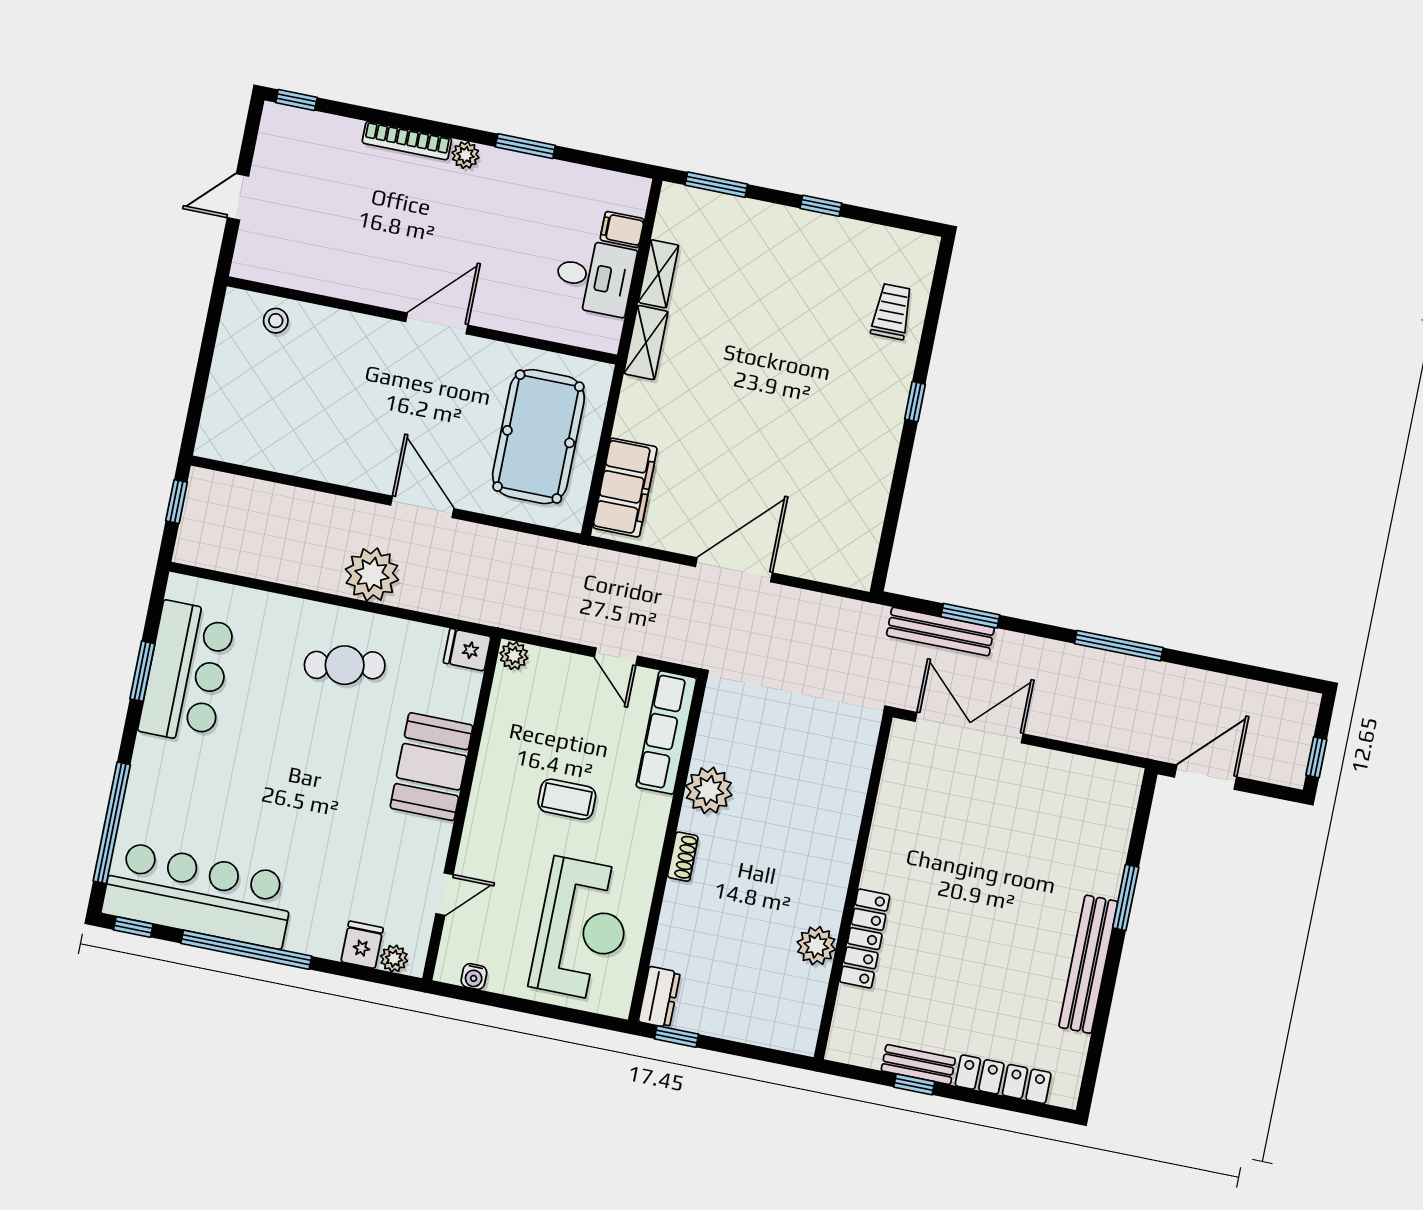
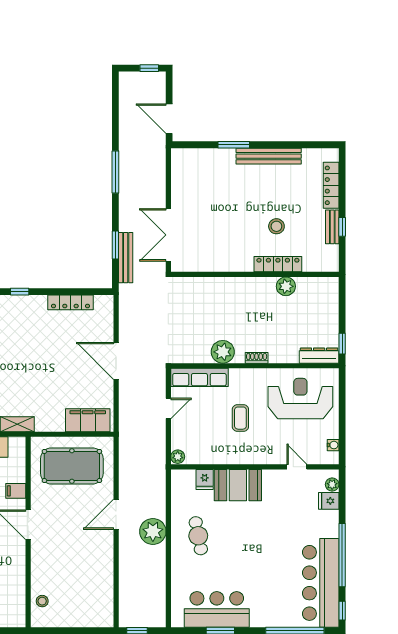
filing cabinet: (511, 312) -> (16, 491), added
locker: (872, 501) -> (70, 302), added
fridge: (467, 650) -> (205, 479), moved
stool: (942, 951) -> (276, 226), added
dresser: (659, 997) -> (319, 356), width x1.44

